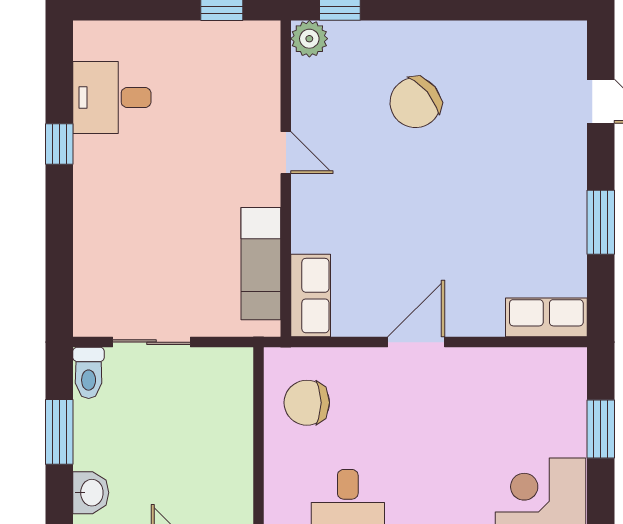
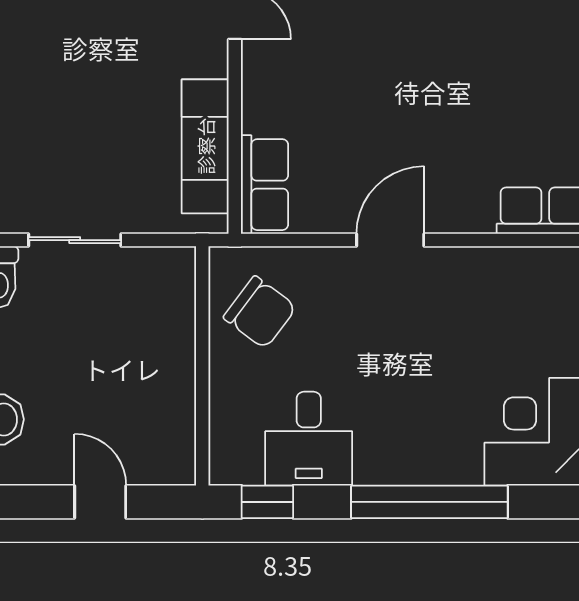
chair: (307, 403) -> (260, 312), turned -143

